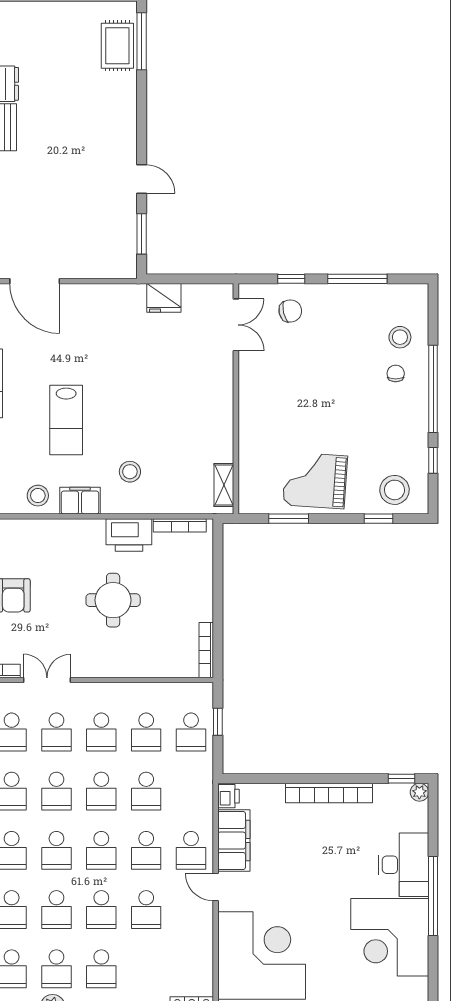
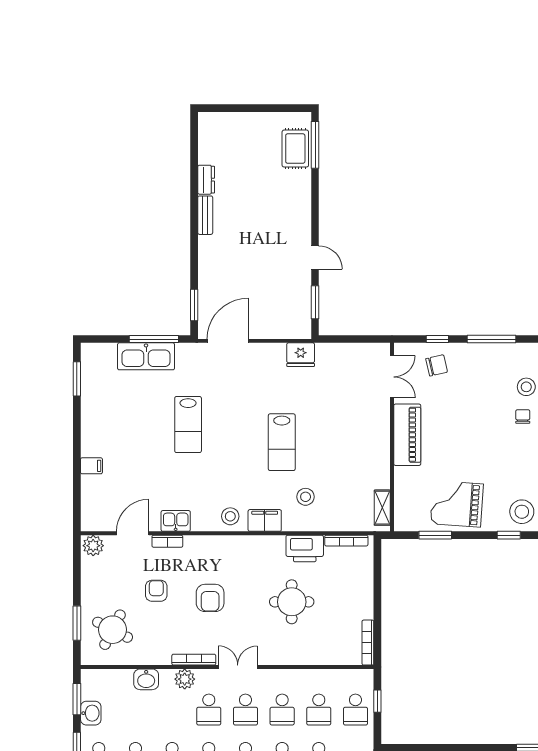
door: (35, 281) -> (228, 341), swing flipped
fridge: (164, 298) -> (301, 355), moved
piano: (254, 396) -> (407, 435), added
lab bench: (66, 420) -> (282, 442), moved

